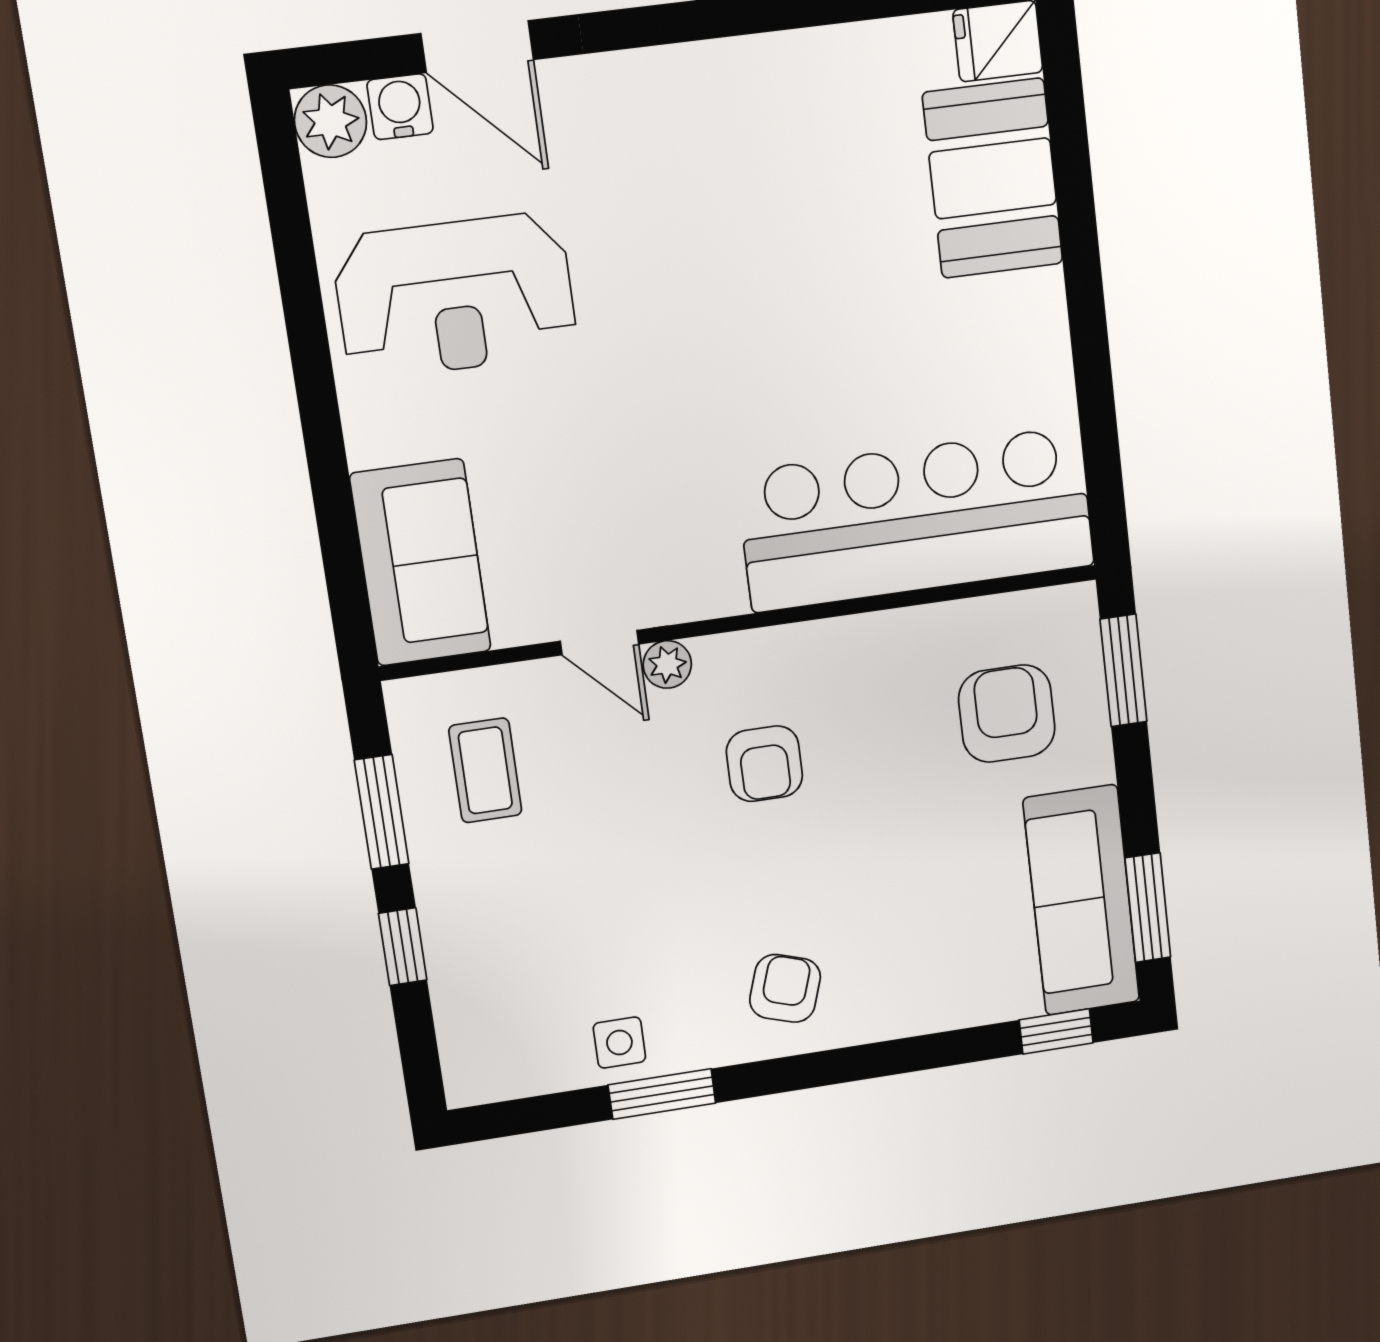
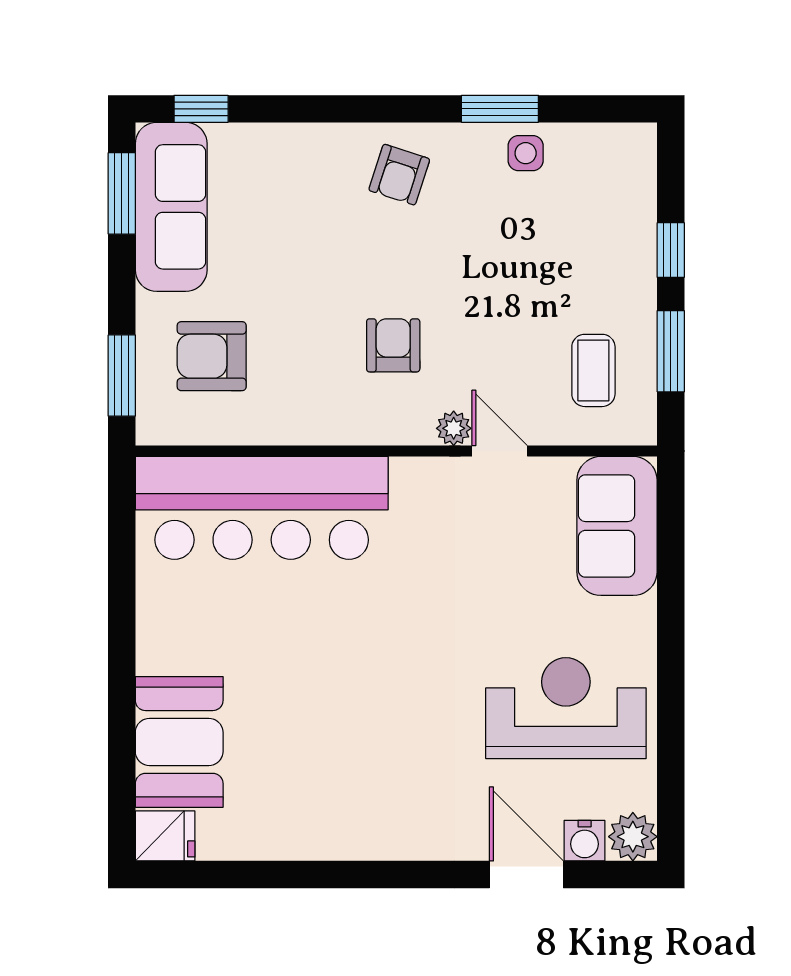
armchair: (1007, 714) -> (212, 356), turned 90

